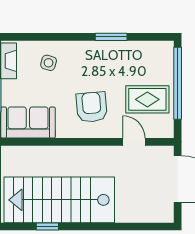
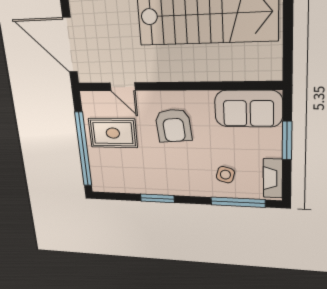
window: (38, 37) -> (238, 202), added

